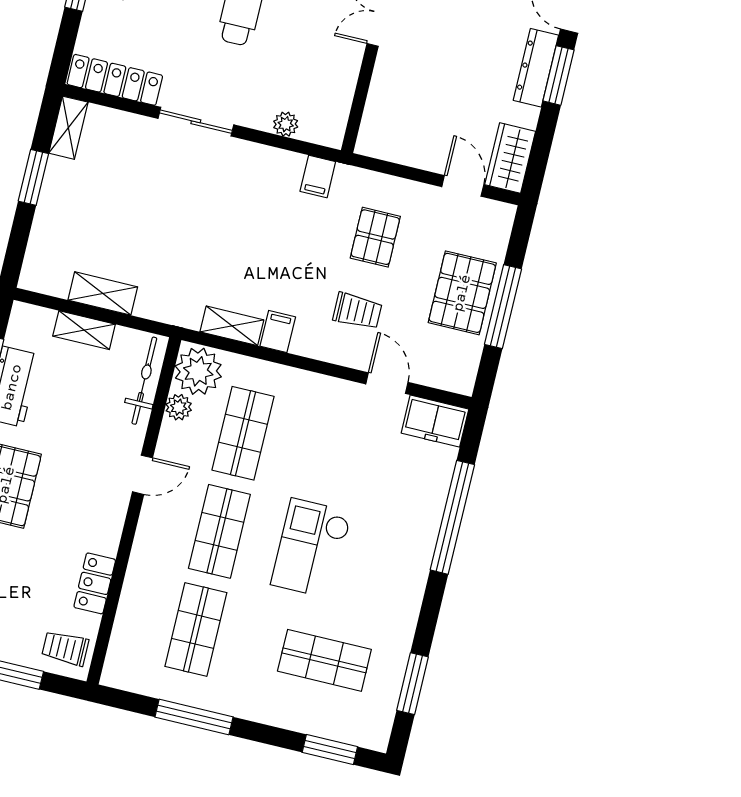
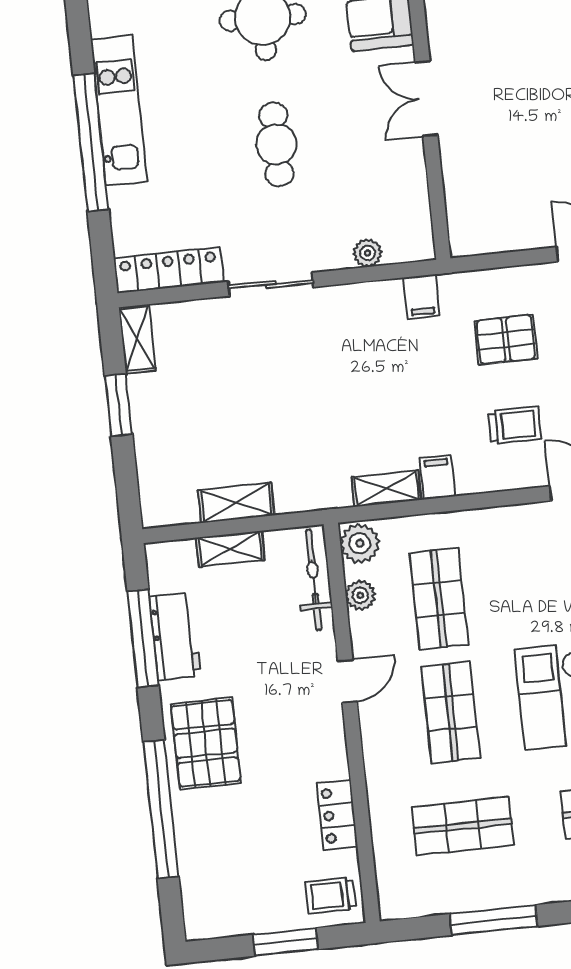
pallet: (375, 237) -> (506, 340), turned 90
plant: (198, 371) -> (360, 543), width x0.73, depth x0.73
shop shelf: (196, 629) -> (463, 826), turned 90

